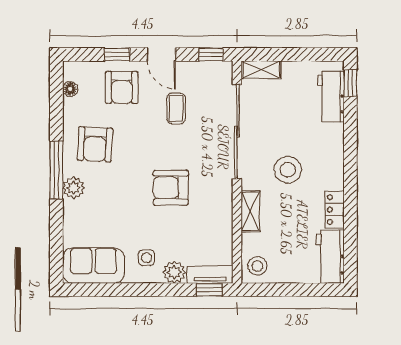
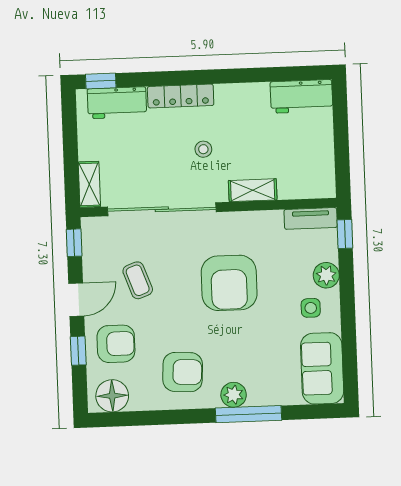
floor lamp: (70, 89) -> (112, 396), width x1.89, depth x1.89
coffee table: (176, 108) -> (138, 280), turned 70
window: (56, 170) -> (249, 414), moved
stool: (288, 170) -> (203, 149), width x0.53, depth x0.53
armchair: (171, 188) -> (229, 283), width x1.36, depth x1.36
locker: (335, 210) -> (181, 96), moved, width x1.53
stool: (257, 266) -> (315, 180), removed
tv unit: (210, 275) -> (311, 218), moved, turned -90

